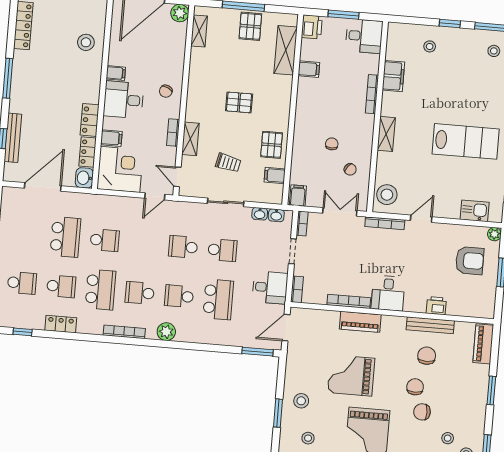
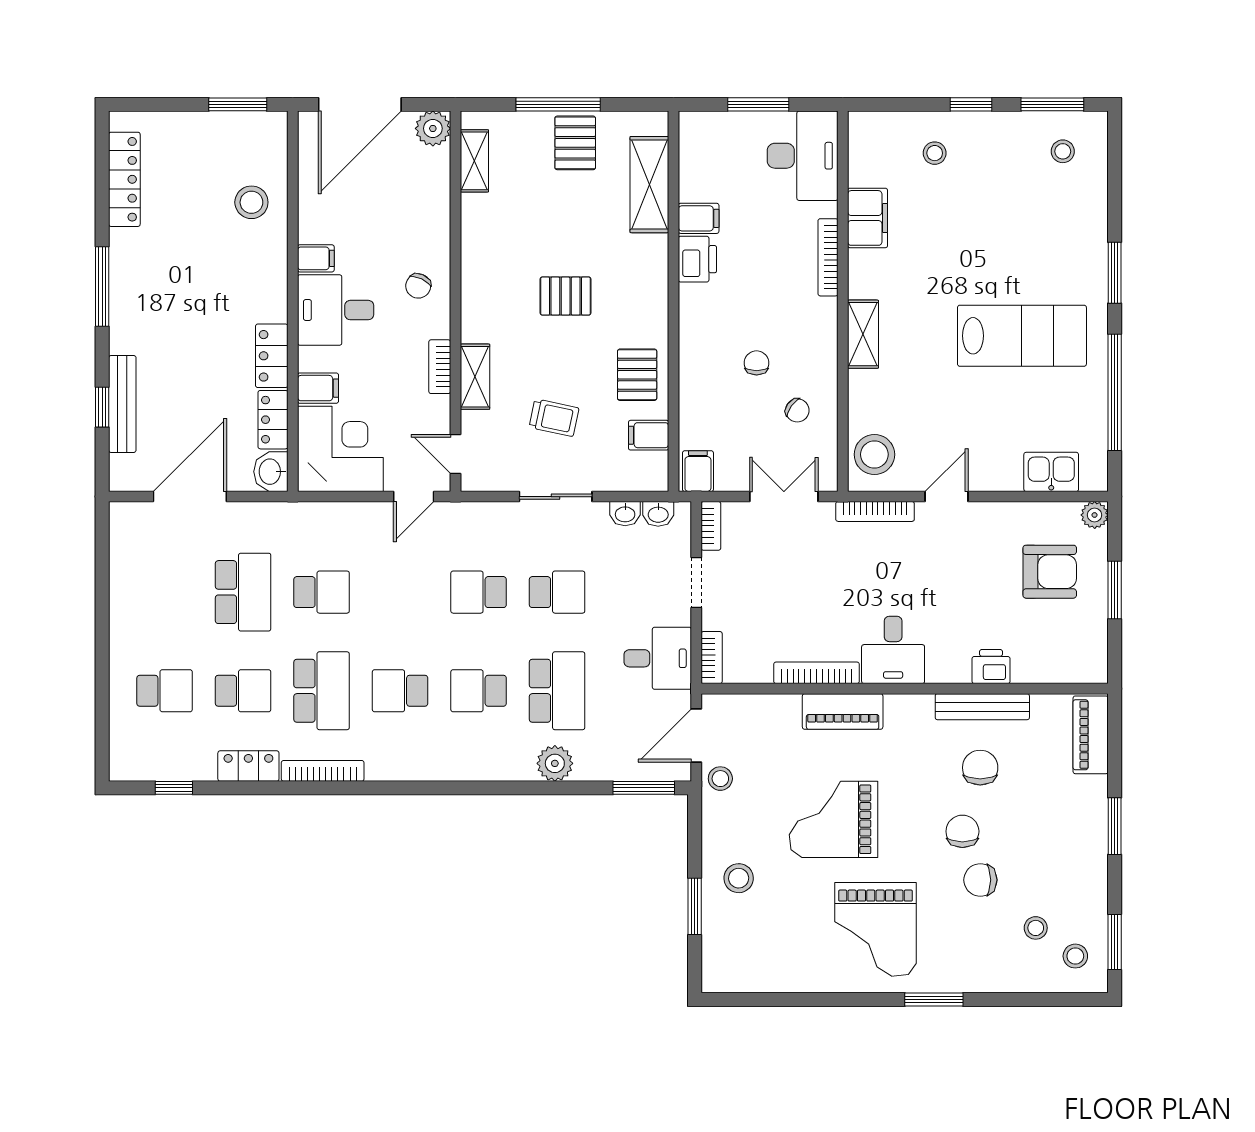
printer: (312, 27) -> (697, 259), moved
desk: (364, 36) -> (803, 156), width x1.37
bookcase: (124, 332) -> (323, 771), moved
plant: (166, 332) -> (555, 763), moved
stool: (308, 438) -> (720, 779), moved

